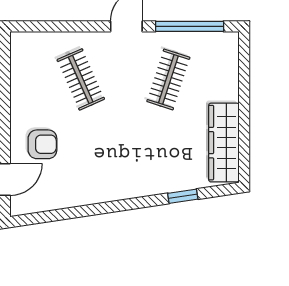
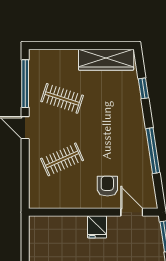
window: (93, 210) -> (153, 151), added

